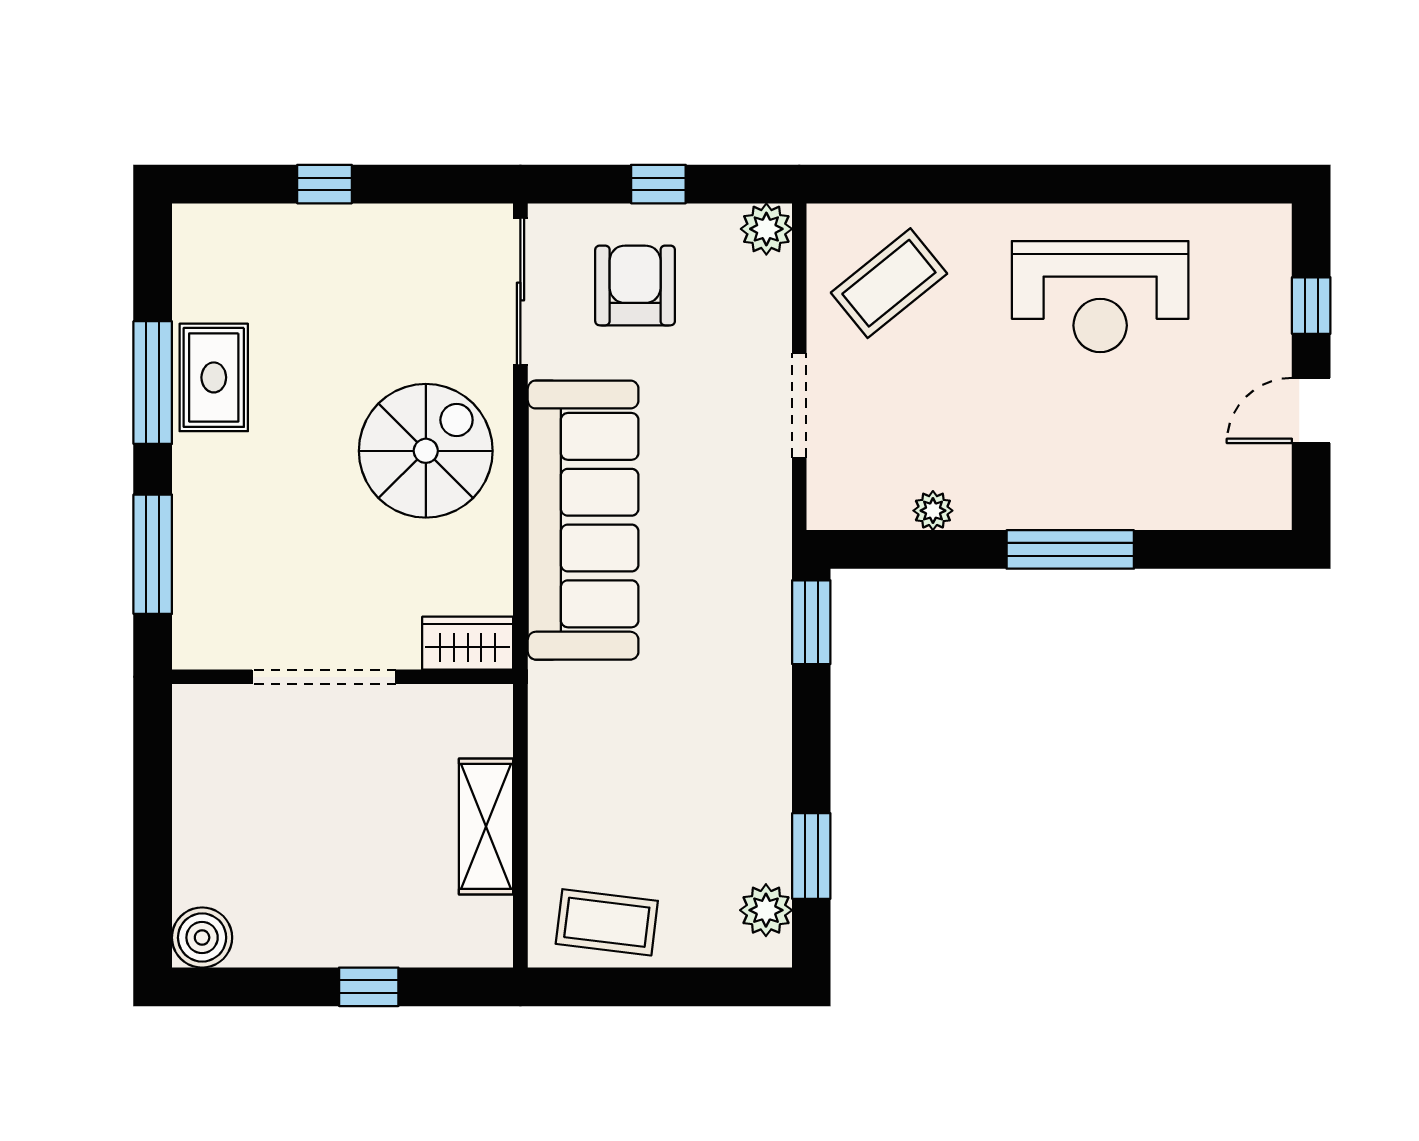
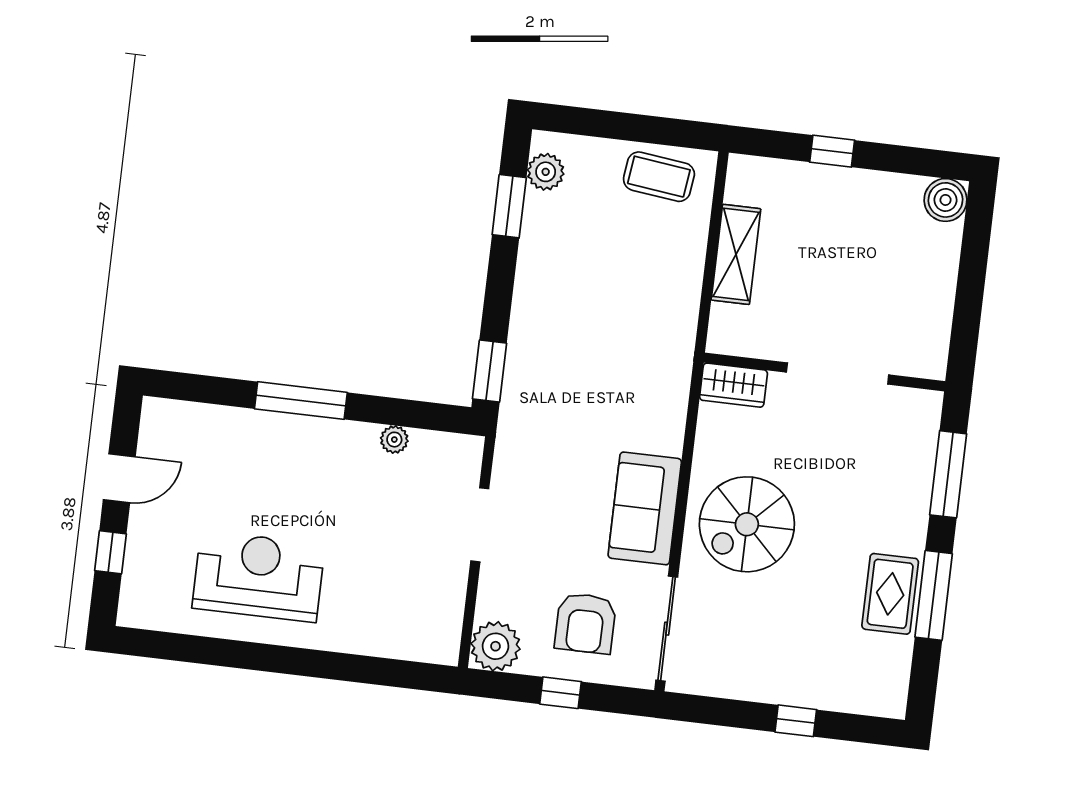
plant: (766, 229) -> (495, 646), width x1.36, depth x1.36
coffee table: (889, 283) -> (406, 604), removed
sofa: (583, 520) -> (645, 508), width x0.54, depth x0.79

